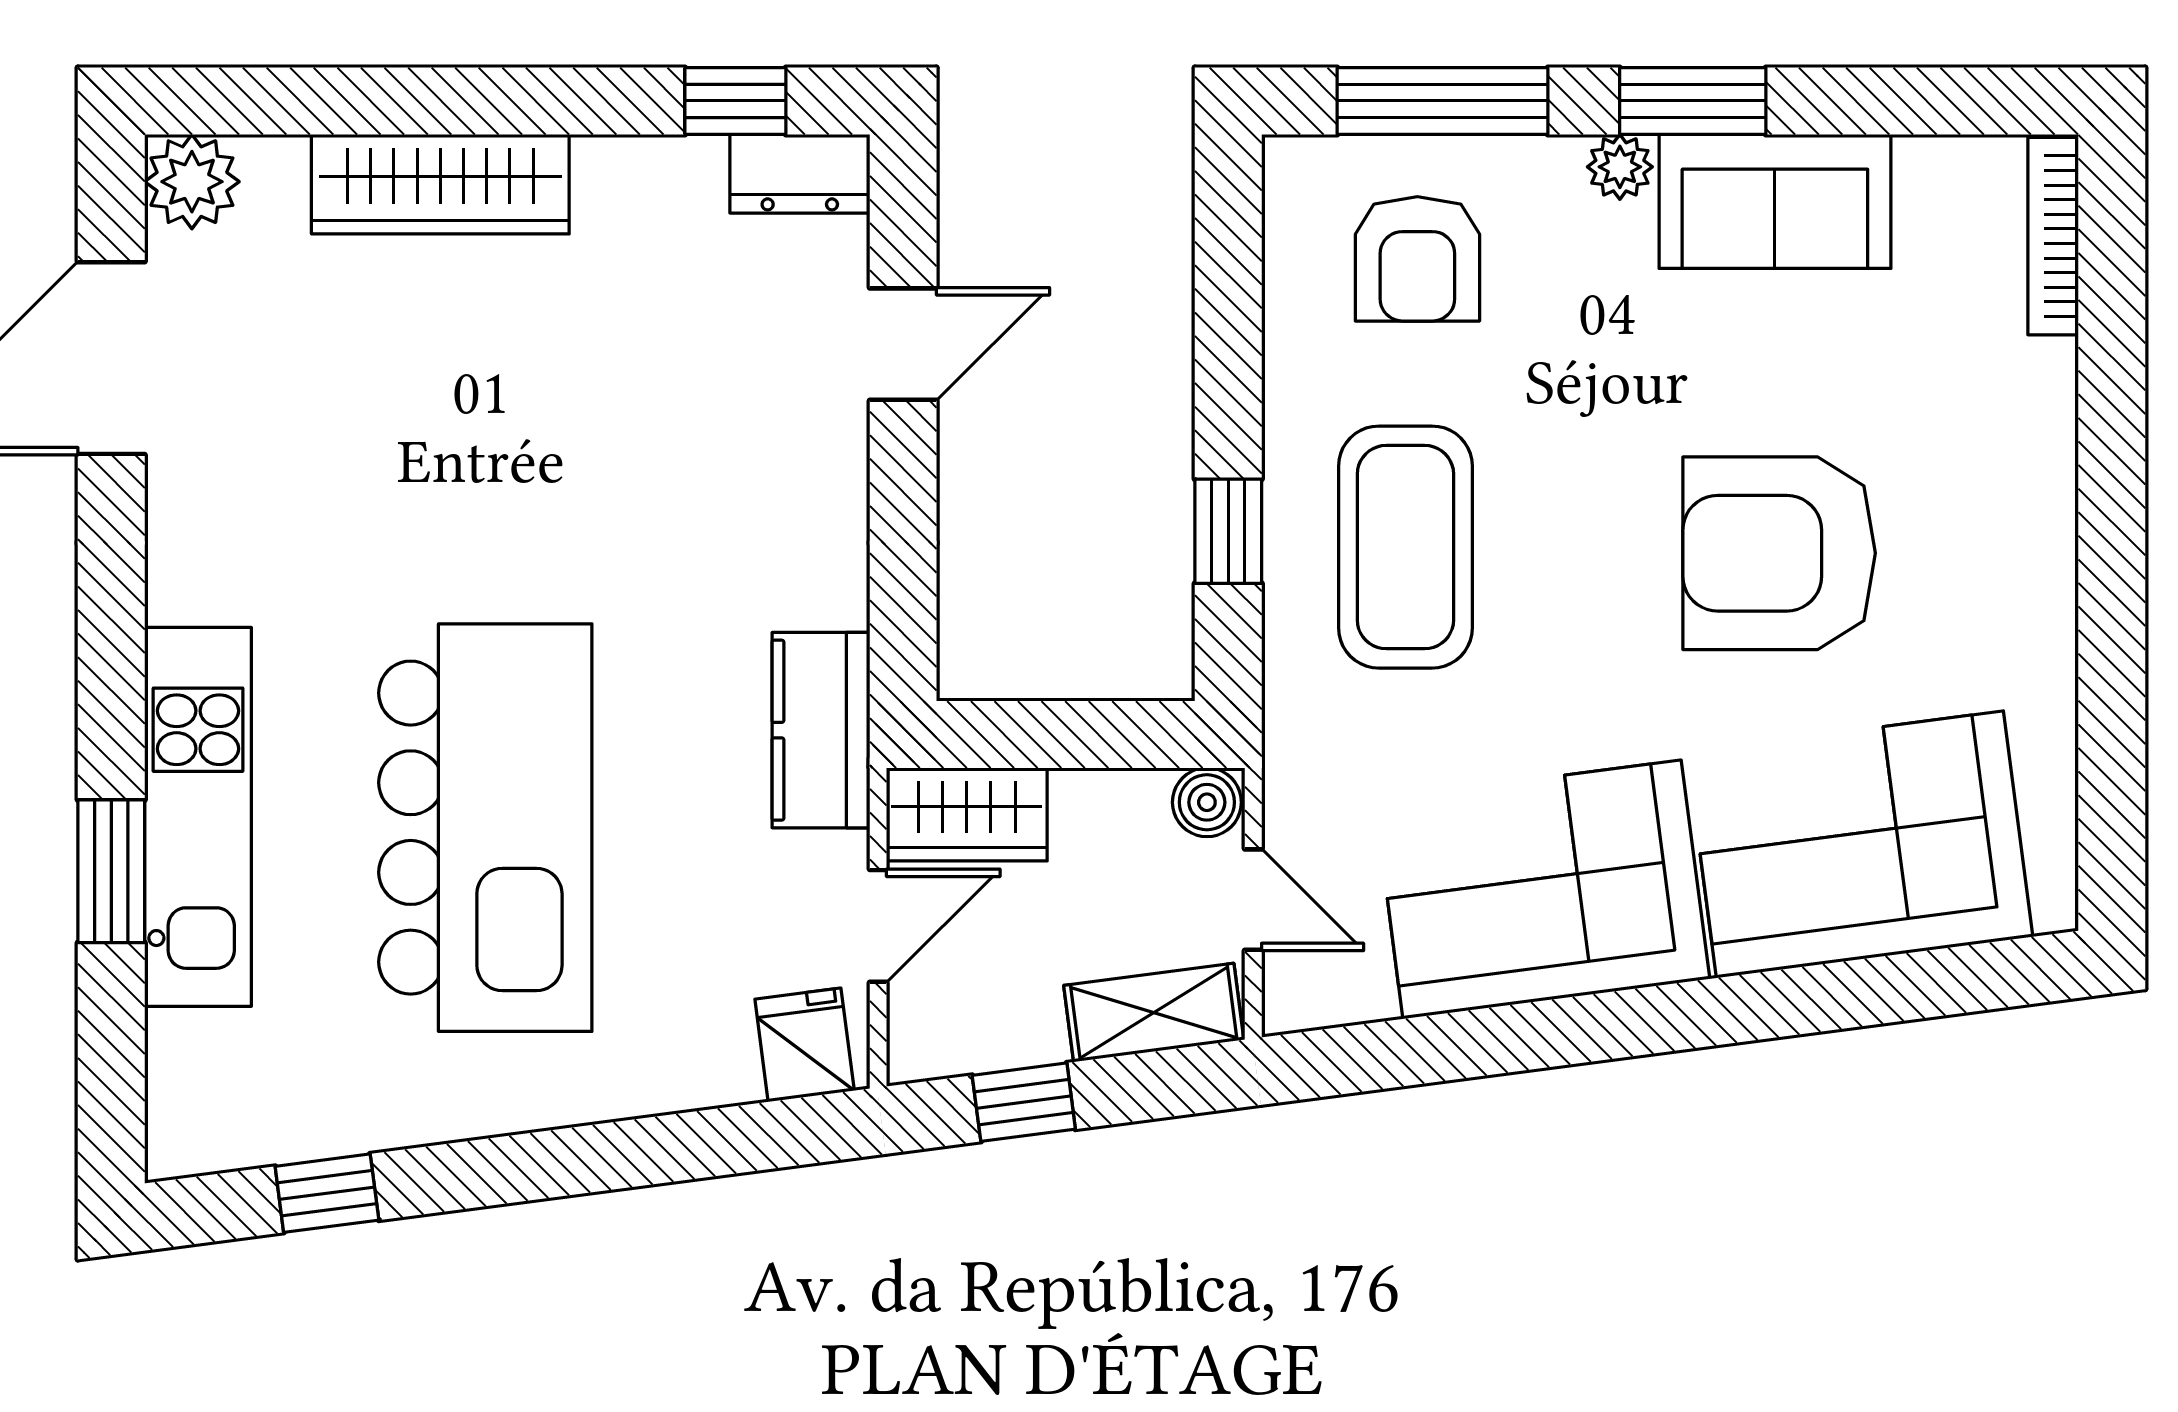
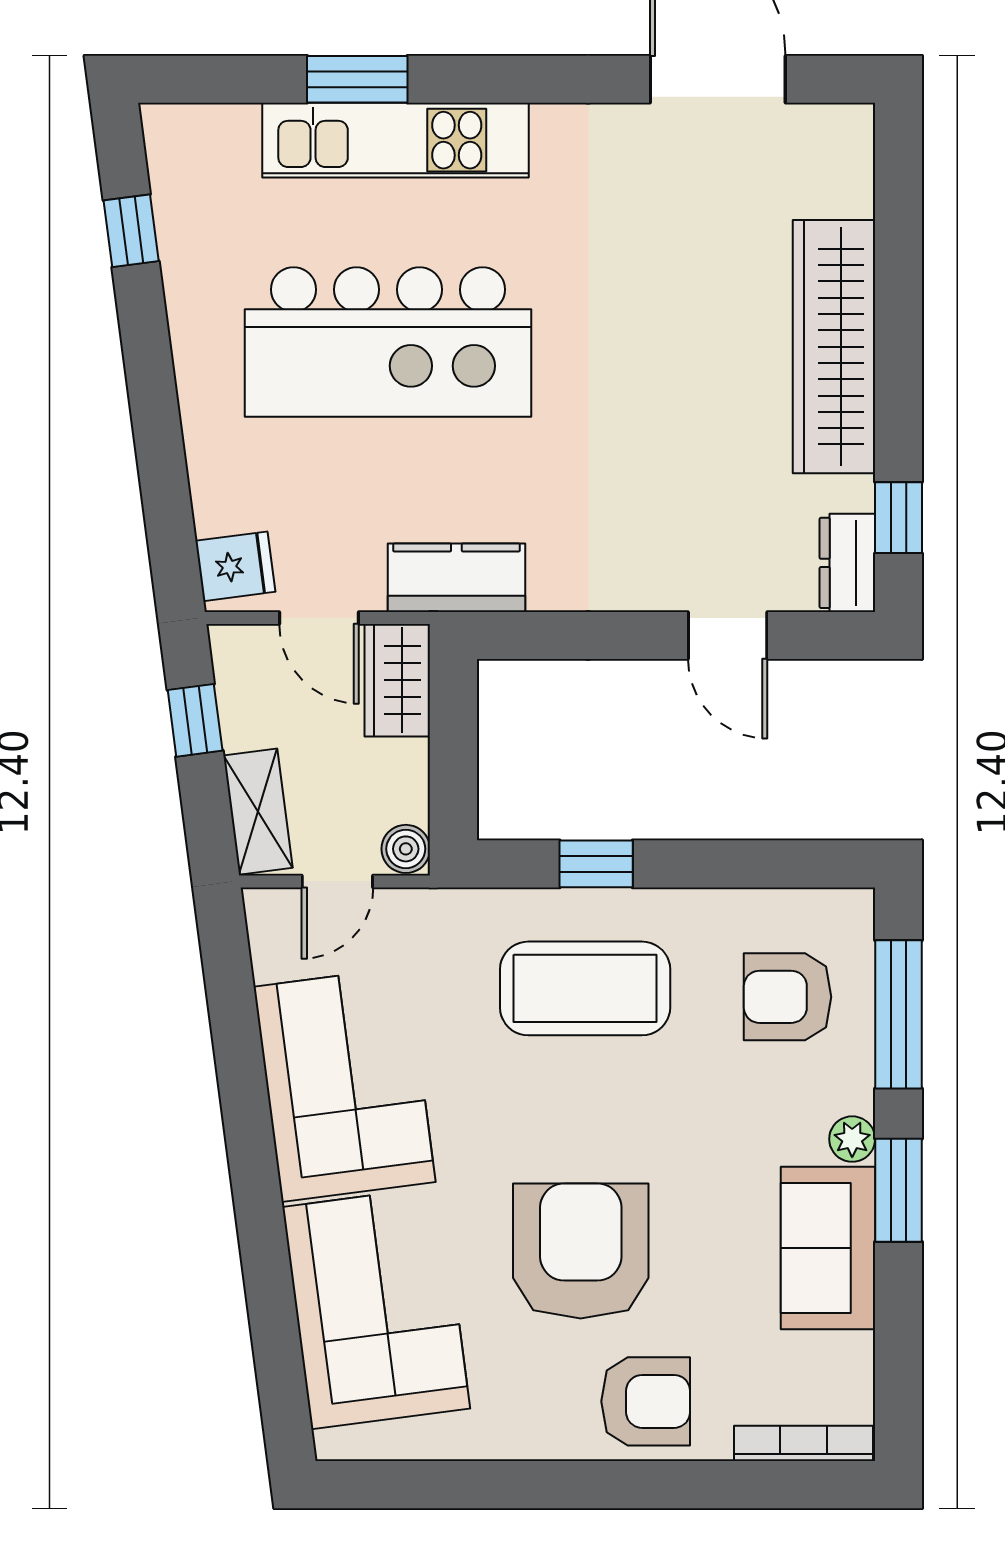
plant: (192, 182) -> (842, 136), removed
wardrobe: (440, 184) -> (834, 347), width x1.40, depth x1.17
armchair: (1993, 461) -> (646, 1401), added

